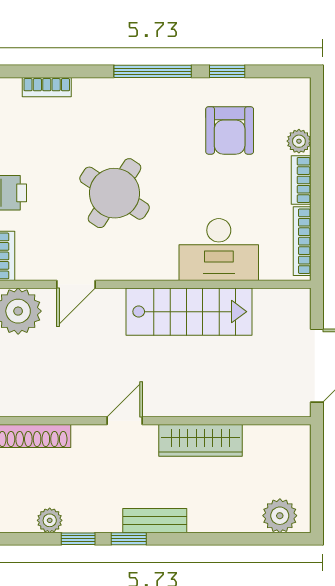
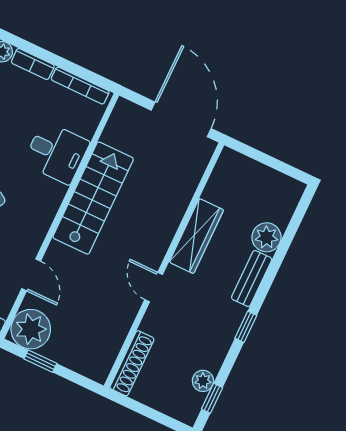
desk: (219, 250) -> (56, 153), width x0.73
plant: (280, 516) -> (266, 237), moved
bench: (155, 521) -> (252, 279), moved
window: (78, 539) -> (212, 398), moved

